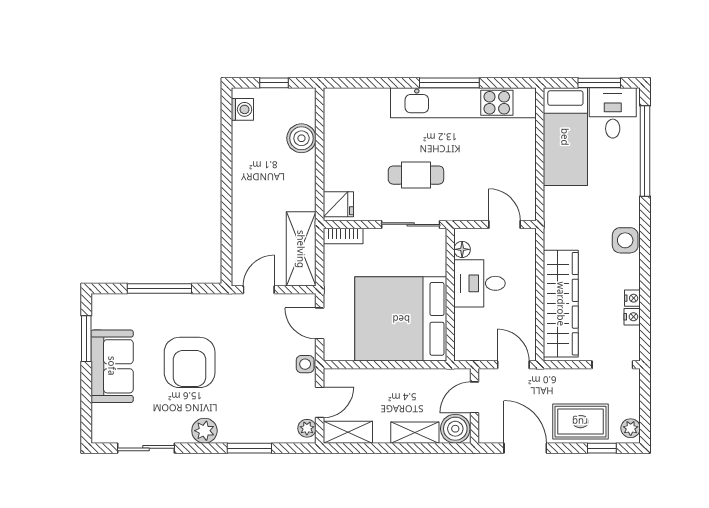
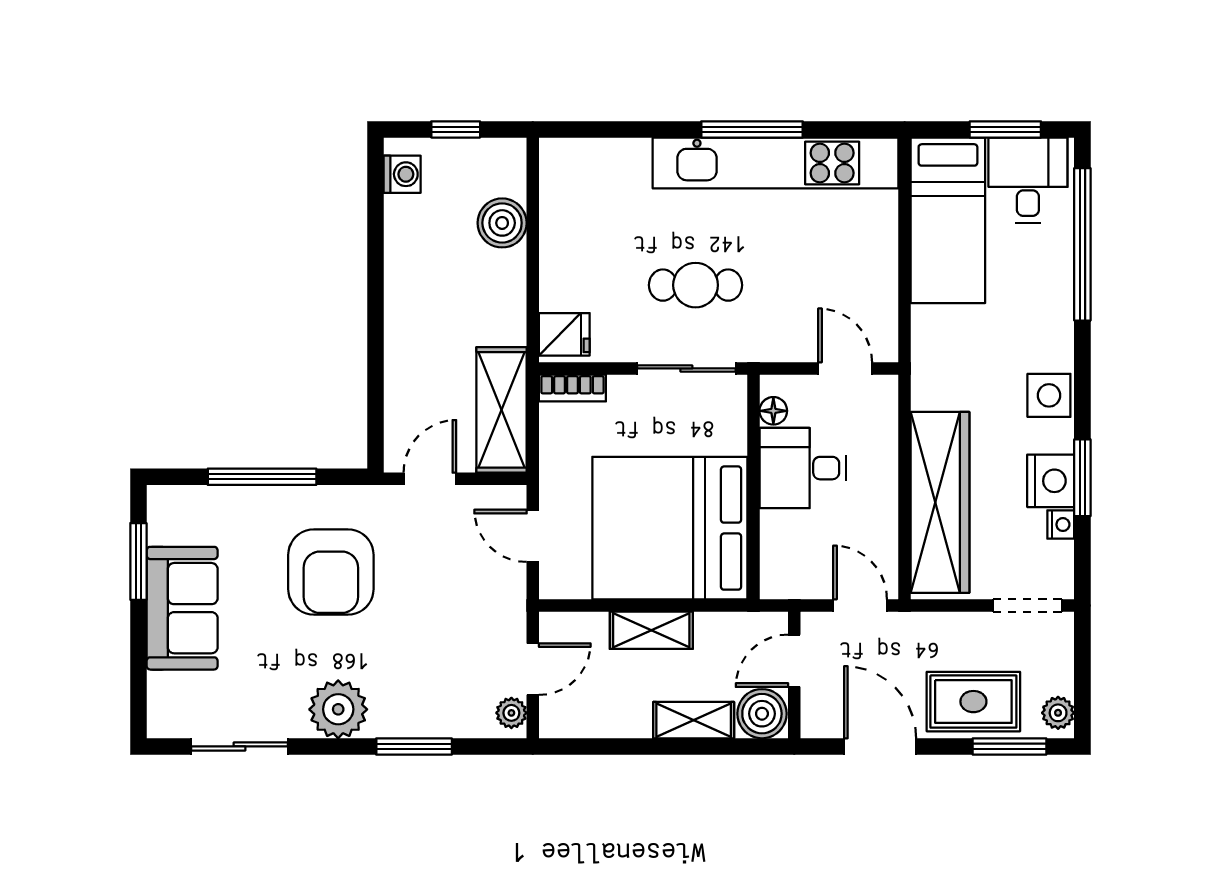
window: (645, 289) -> (1082, 478), added
nightstand: (632, 298) -> (1051, 481), width x1.89, depth x1.79
armchair: (190, 362) -> (331, 572), moved
side table: (305, 364) -> (508, 605), removed
plant: (204, 431) -> (338, 709), width x1.36, depth x1.36
shelving: (348, 432) -> (651, 630), moved
window: (602, 448) -> (1009, 746), width x1.50

